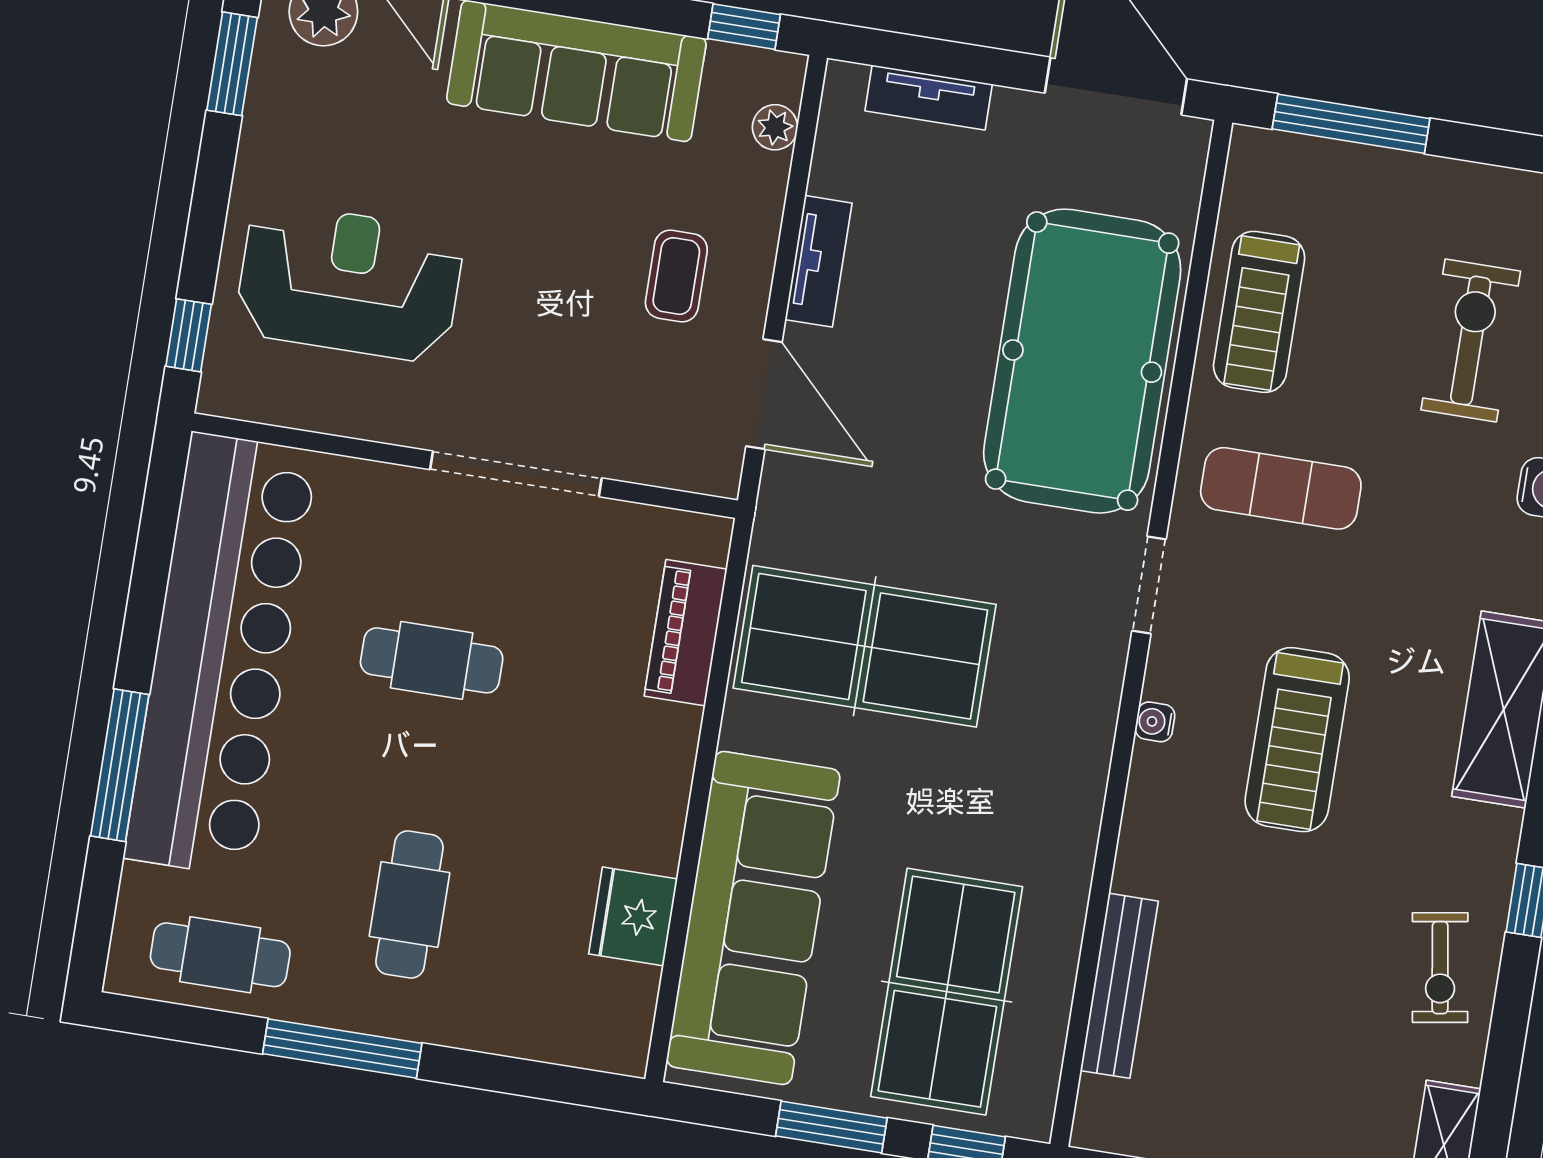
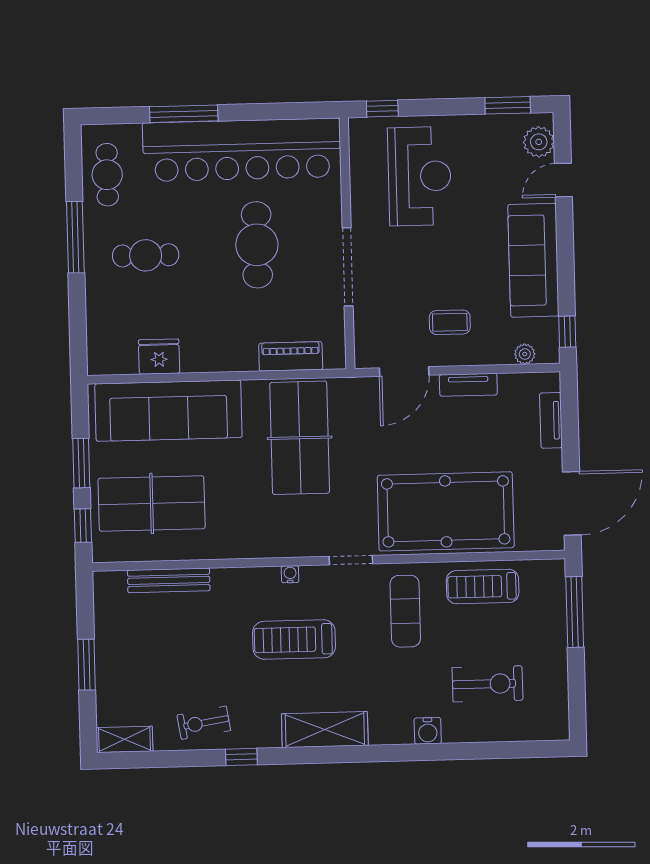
cafe table: (432, 660) -> (257, 245), width x1.37, depth x1.35

